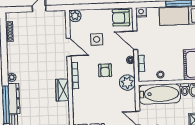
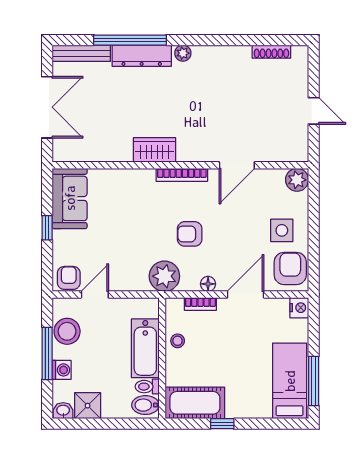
side table: (97, 39) -> (282, 230), moved
bathtub: (159, 94) -> (145, 348), width x0.73, depth x0.73

